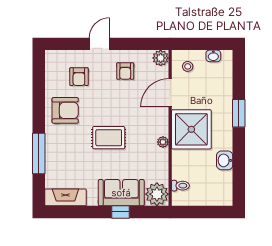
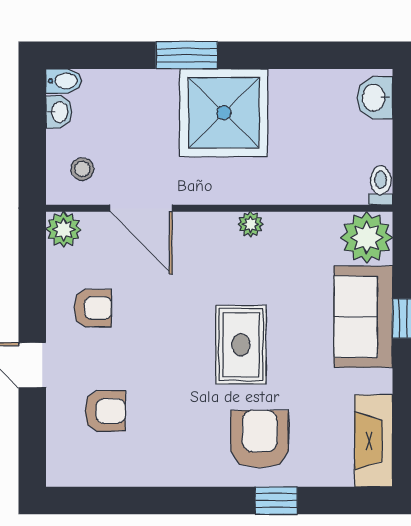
bidet: (227, 58) -> (64, 81), added
armchair: (65, 110) -> (260, 439), moved
shower: (191, 129) -> (224, 113), moved
window: (39, 154) -> (276, 501), width x0.46
washbasin: (225, 160) -> (375, 98), moved, turned 90
toilet: (180, 186) -> (381, 185), moved

